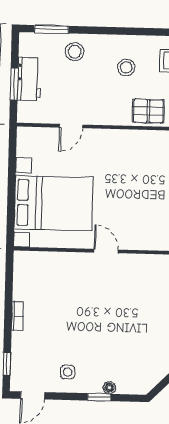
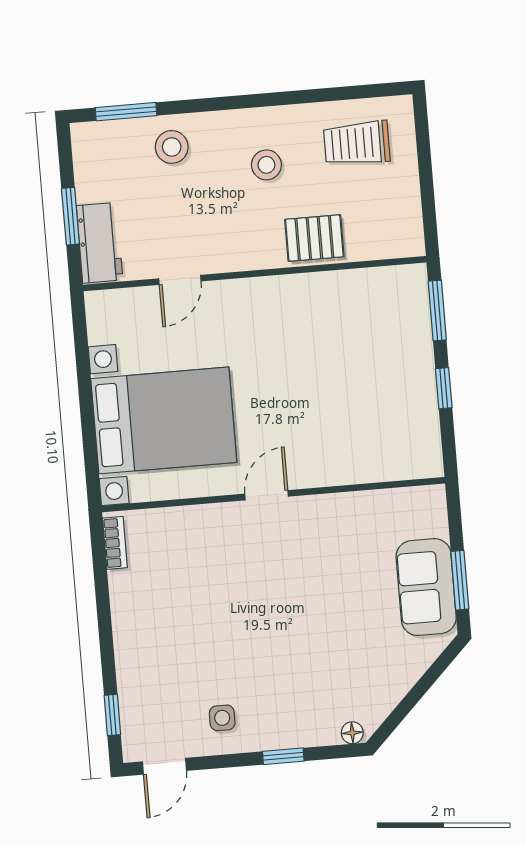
workbench: (29, 79) -> (100, 243), moved
door: (106, 251) -> (267, 495), hinge flipped
bookcase: (18, 316) -> (115, 543), moved
floor lamp: (109, 388) -> (352, 733), moved

